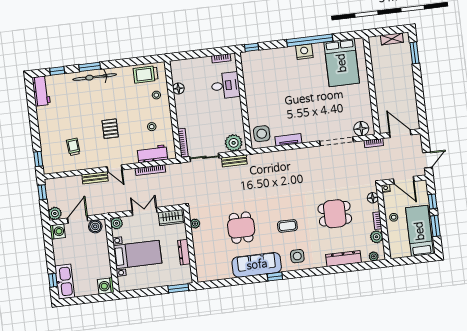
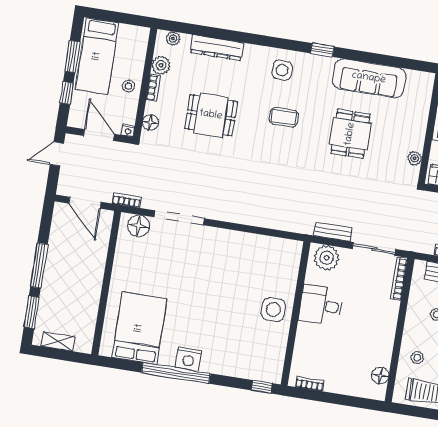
desk: (225, 85) -> (321, 305), moved
window: (418, 85) -> (39, 265), added
floor lamp: (178, 88) -> (380, 376), moved
side table: (262, 134) -> (273, 310), moved
tv unit: (288, 140) -> (247, 240), removed
sofa: (257, 265) -> (369, 78), moved

